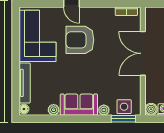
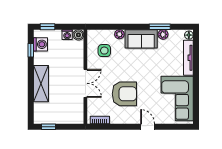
armchair: (80, 40) -> (124, 94), moved
double door: (143, 53) -> (85, 83), width x0.73
side table: (124, 107) -> (104, 51), moved
window: (123, 119) -> (160, 27), moved

